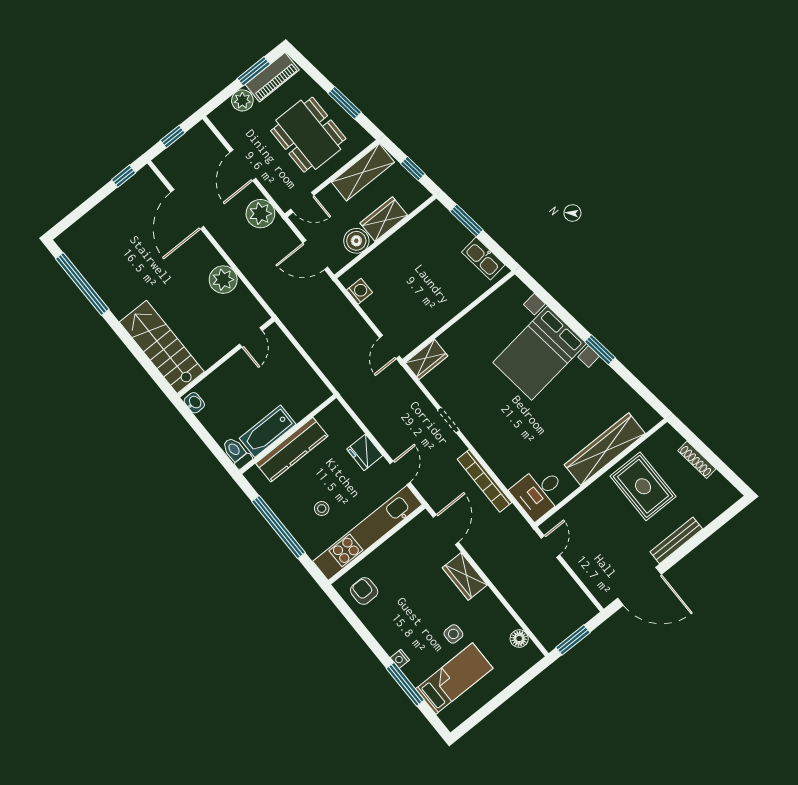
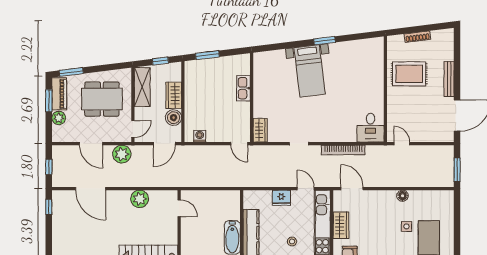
window: (345, 103) -> (71, 72), moved
kitchen sink: (483, 258) -> (243, 88), moved, turned 97
bed with nightstands: (540, 353) -> (310, 71), width x0.73
wardrobe: (605, 449) -> (375, 78), removed
wardrobe: (465, 576) -> (341, 225), moved, turned -90
floor lamp: (519, 639) -> (403, 196), moved

